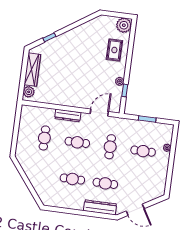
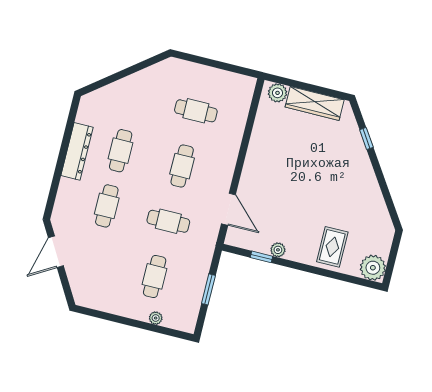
rug: (114, 50) -> (332, 247), turned 90
dresser: (68, 116) -> (230, 155), removed
dresser: (100, 207) -> (77, 151), moved

